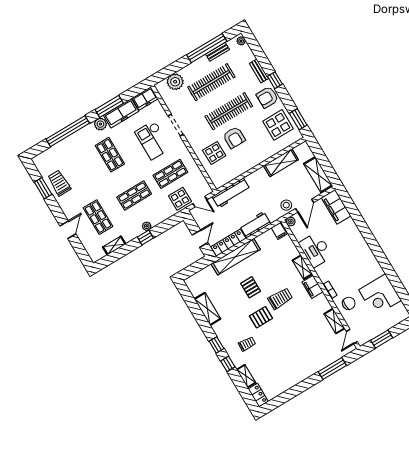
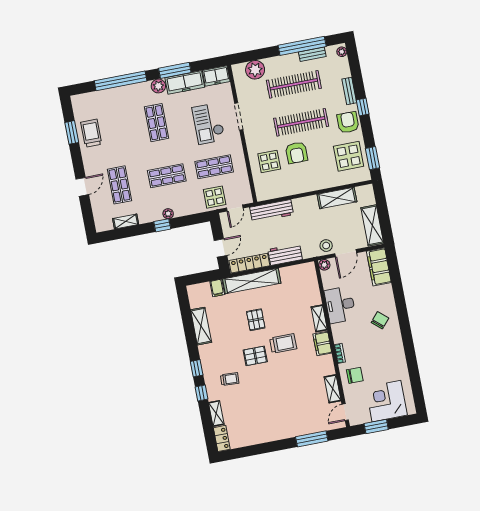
armchair: (267, 97) -> (348, 122), turned 90
door: (200, 202) -> (235, 208), hinge flipped
filing cabinet: (279, 231) -> (217, 288), moved
chair: (353, 251) -> (380, 320), added
corner desk: (380, 295) -> (386, 401), moved, turned 90

